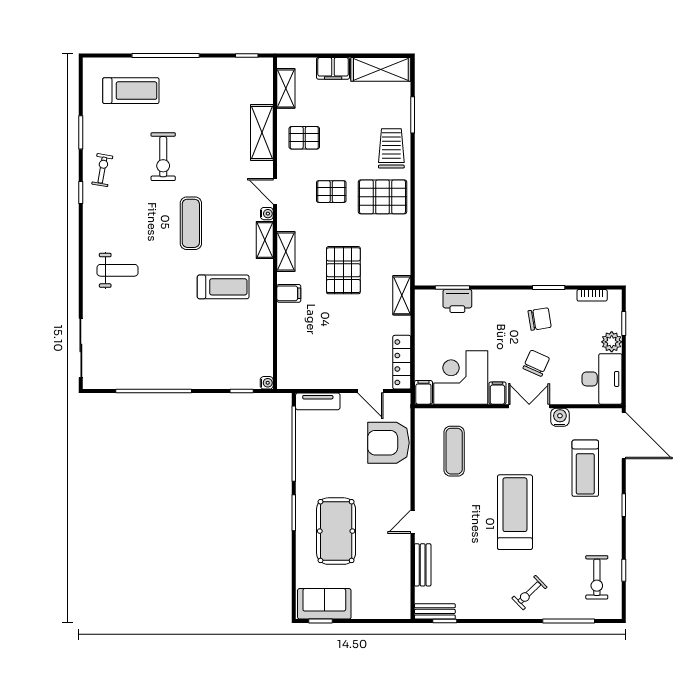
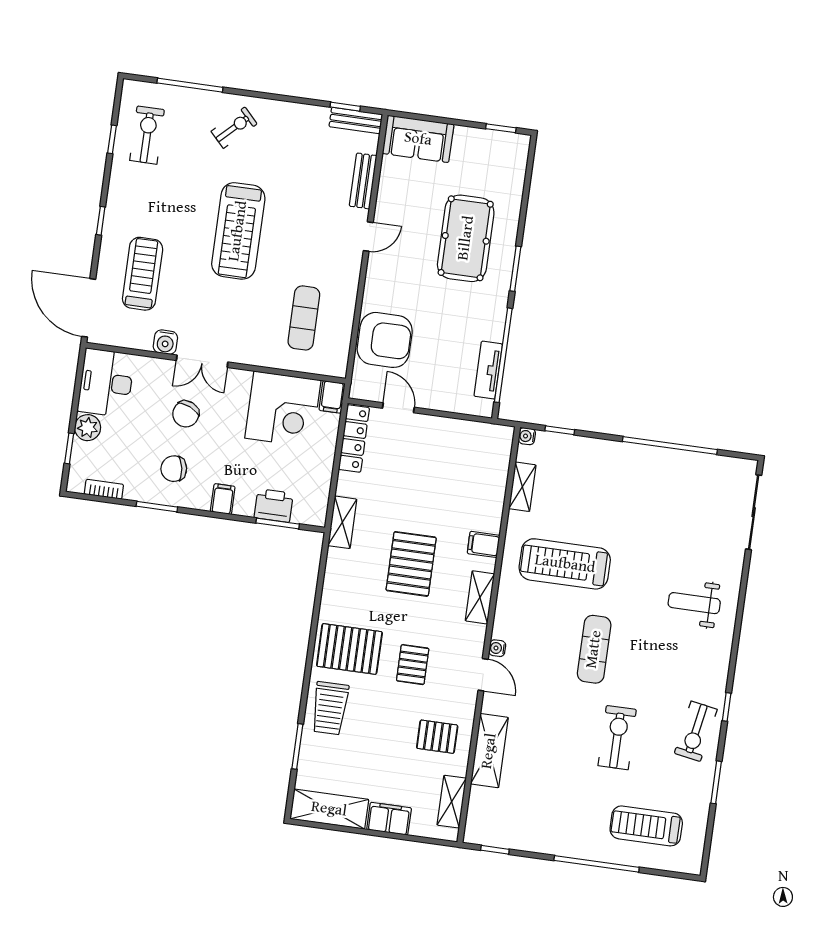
exercise bike: (102, 170) -> (696, 731), width x1.38, depth x1.39
pallet: (331, 192) -> (413, 665), turned 90
shelving: (265, 240) -> (522, 487), moved
treadmill: (223, 287) -> (565, 564), width x1.37, depth x1.38
filing cabinet: (497, 393) -> (223, 499), moved, turned 180
tv unit: (318, 401) -> (488, 370), moved, turned -90
sofa: (324, 604) -> (418, 139), moved

